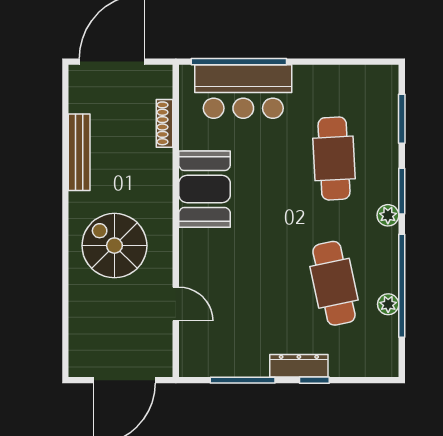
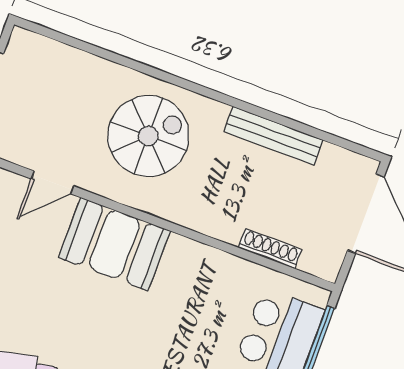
booth: (205, 189) -> (115, 244), moved

